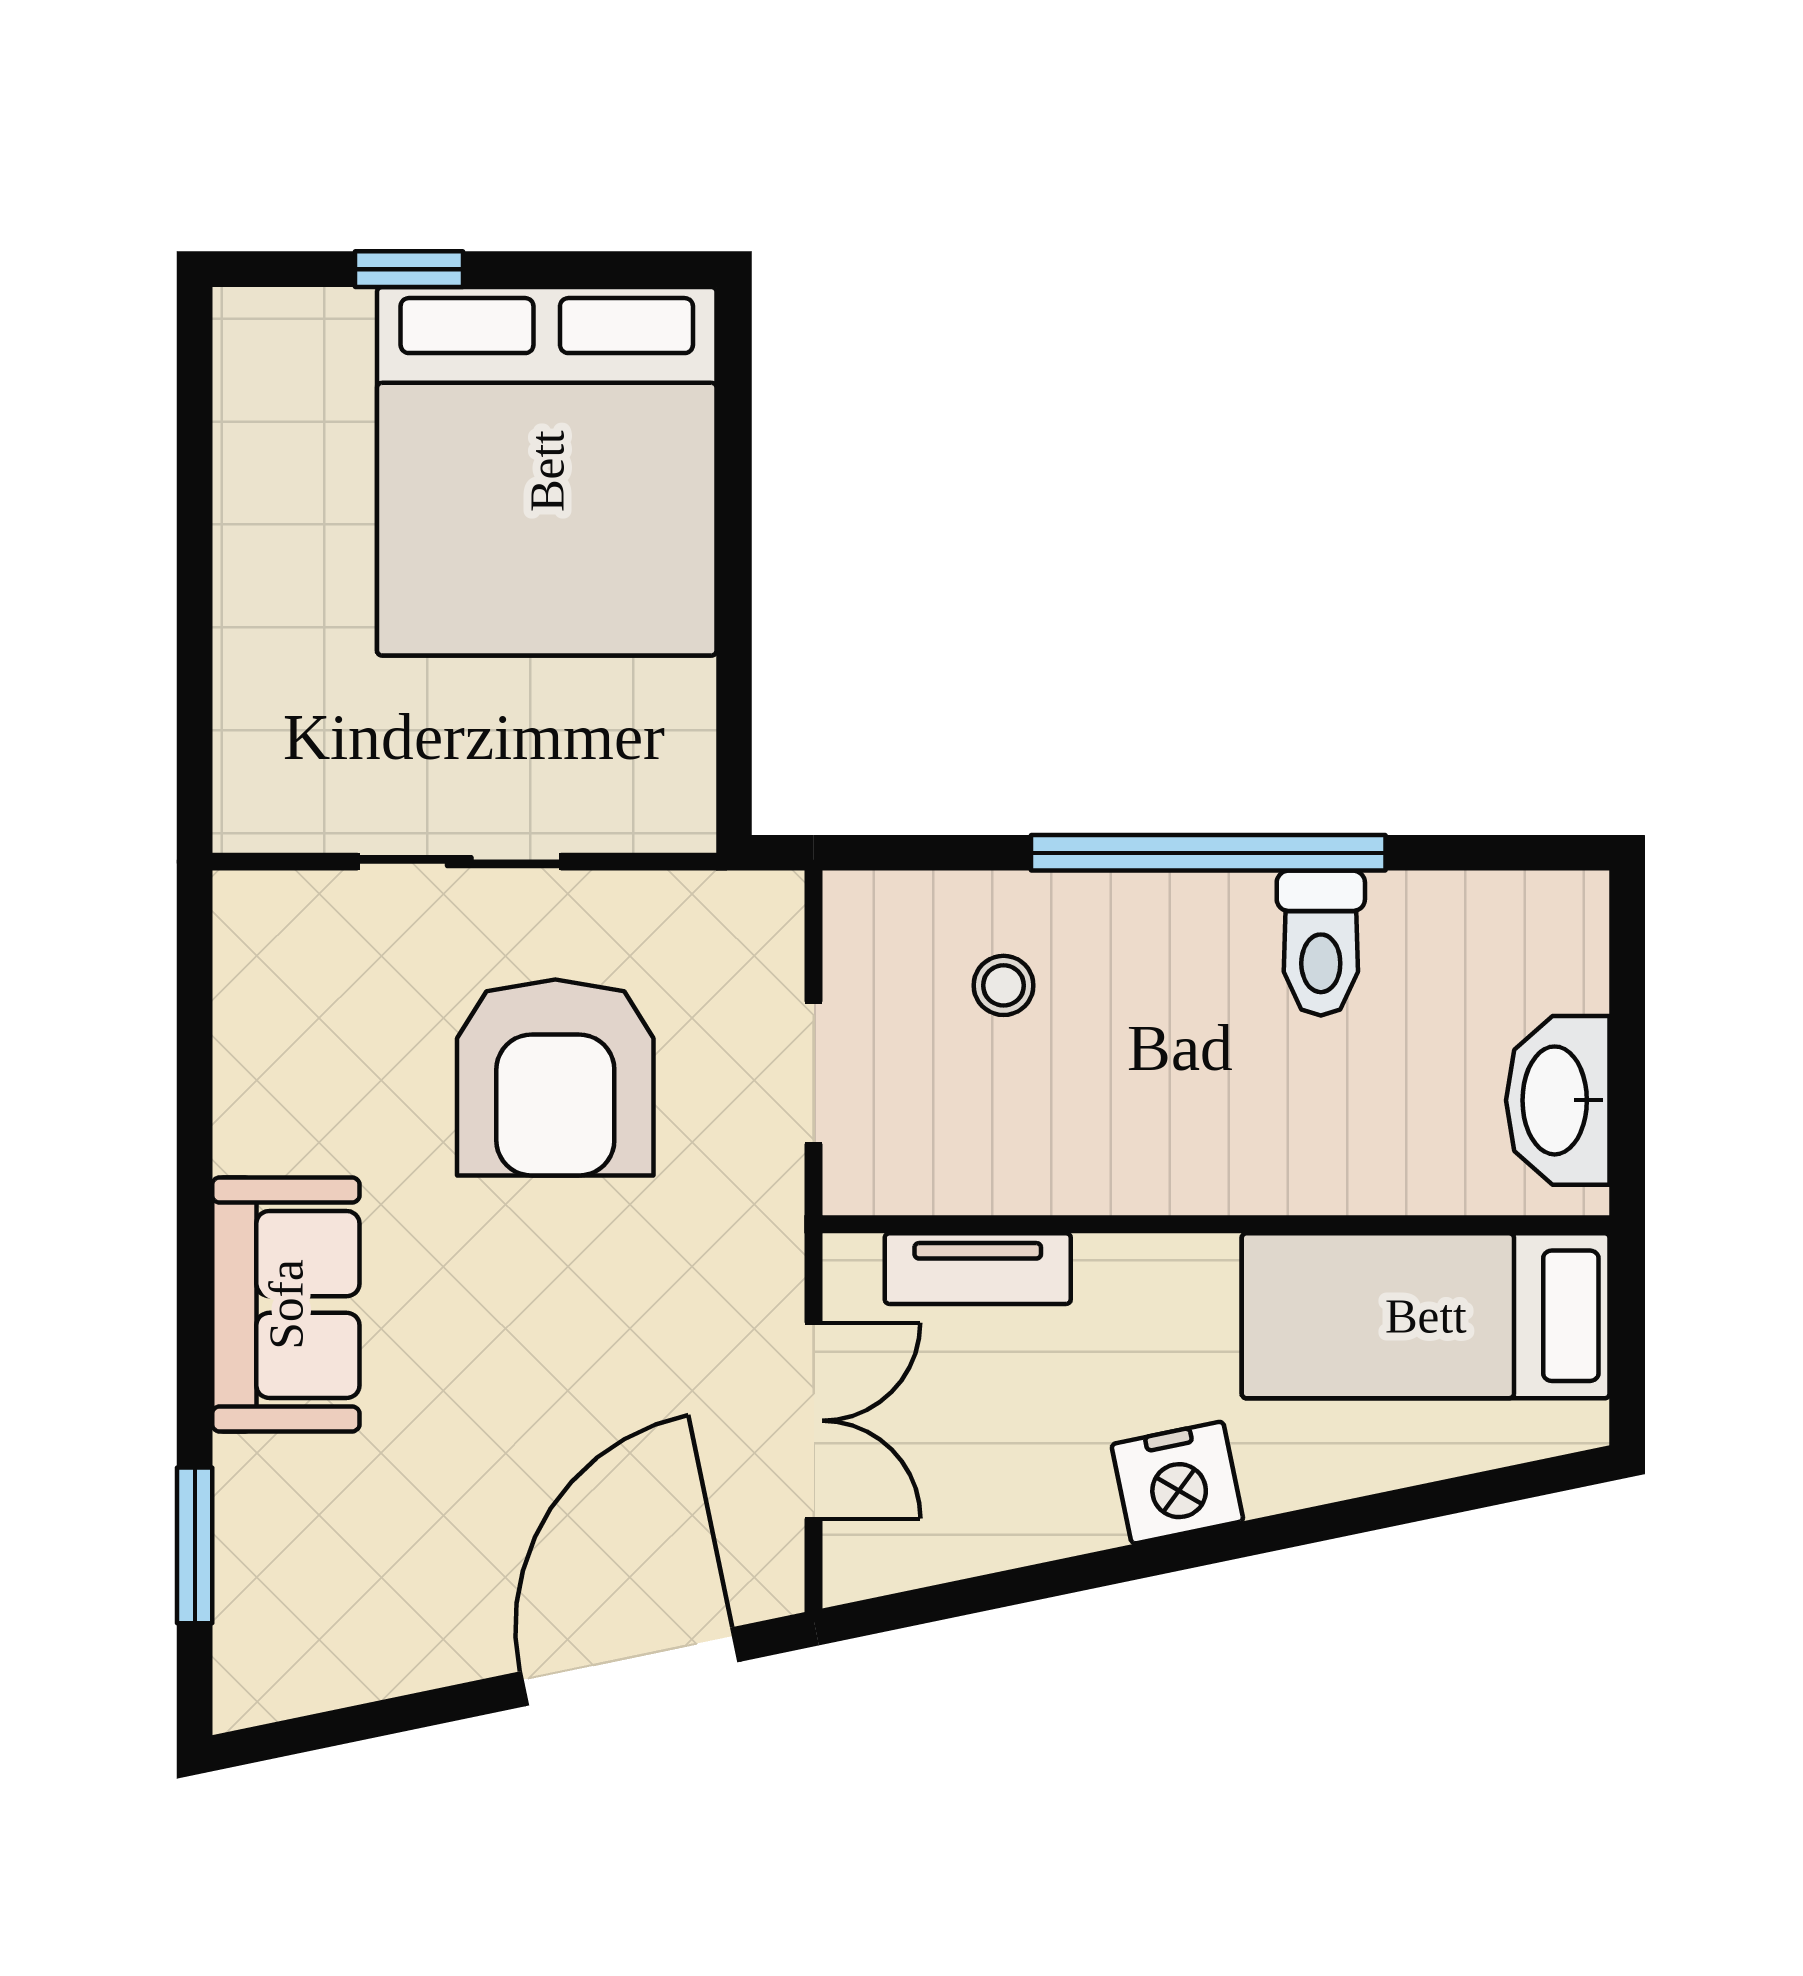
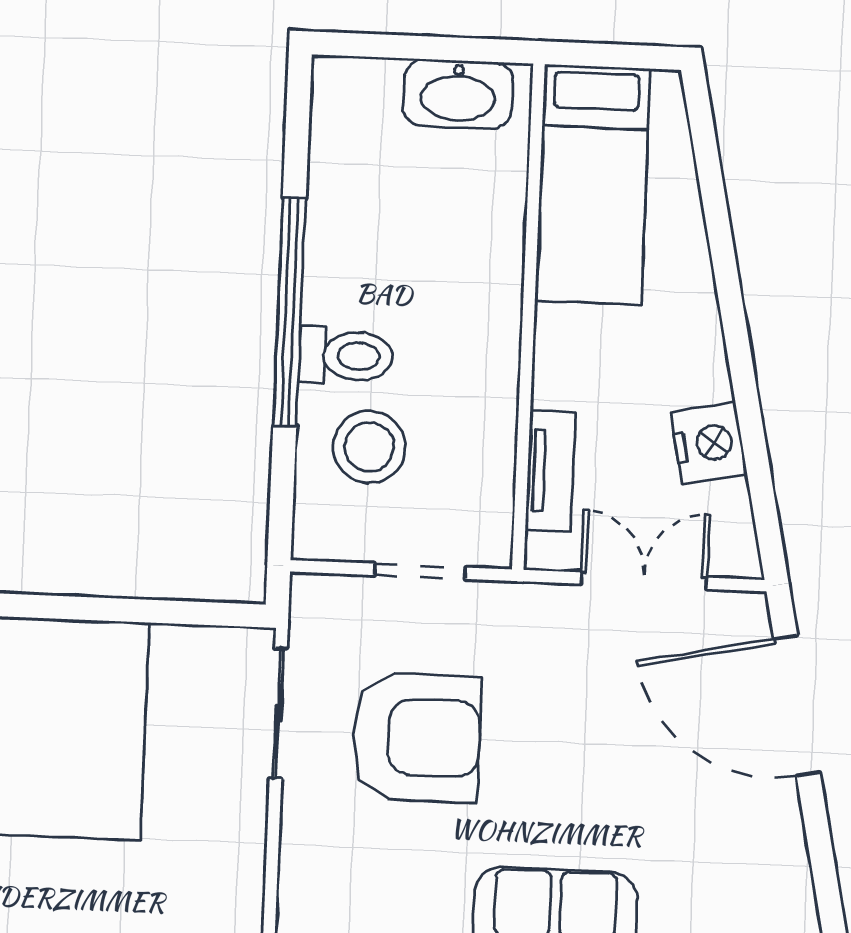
sliding door: (459, 862) -> (278, 713), moved
toilet: (1321, 943) -> (346, 356), moved
stool: (1004, 985) -> (369, 447), width x1.89, depth x1.89
nightstand: (1177, 1483) -> (709, 443), moved

